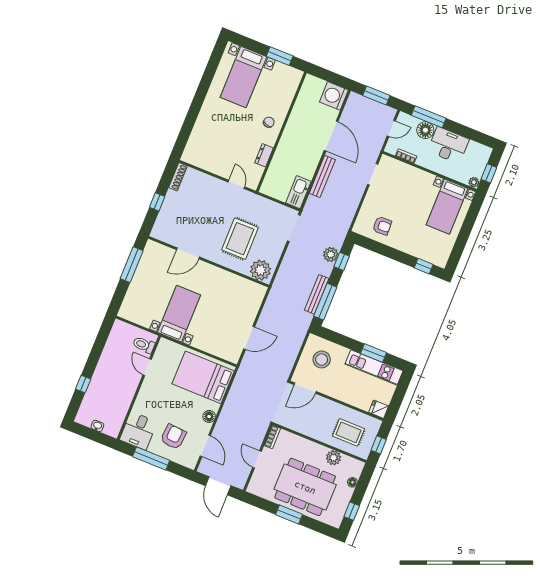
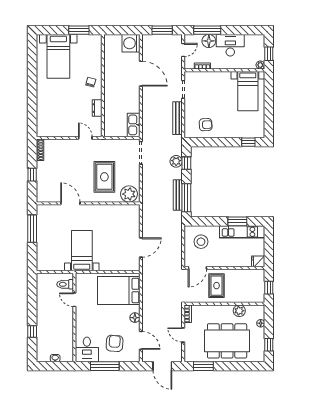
bench: (322, 176) -> (177, 118), moved
door: (188, 253) -> (70, 203), swing flipped
rug: (349, 432) -> (217, 286), moved, turned 90
window: (289, 514) -> (203, 366), moved

